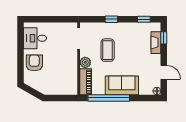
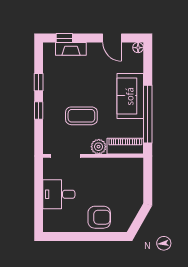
window: (144, 19) -> (39, 82), moved
desk: (35, 38) -> (59, 194), moved, turned 90
armchair: (34, 63) -> (99, 217), turned 180
door: (164, 72) -> (112, 38), swing flipped

